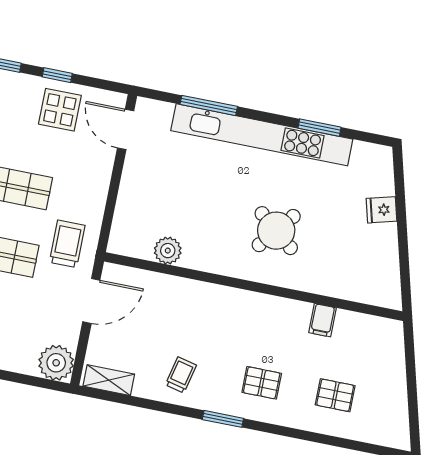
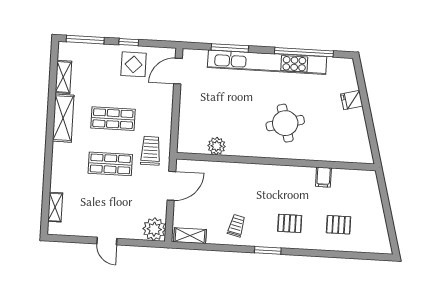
window: (320, 128) -> (304, 52), width x2.11
door: (126, 129) -> (178, 71), hinge flipped
round table: (276, 231) -> (285, 123), turned 36

